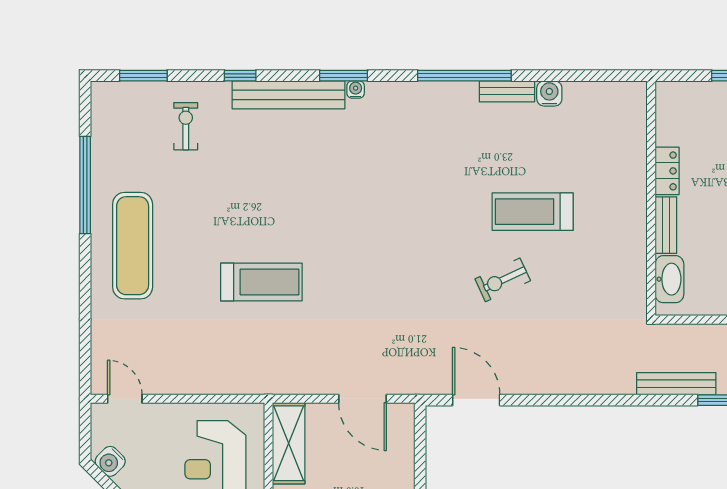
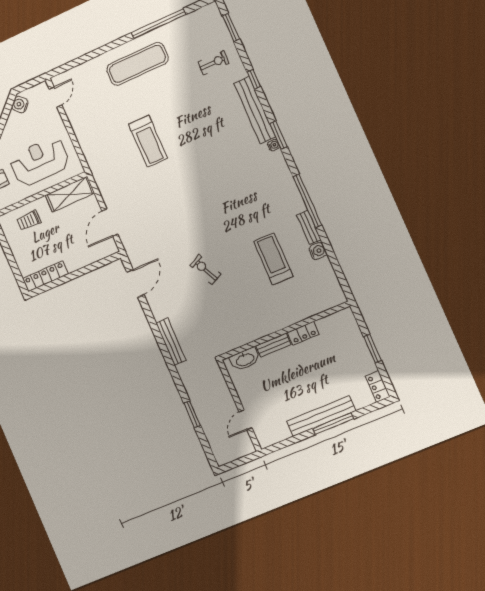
treadmill: (533, 212) -> (273, 259), moved
bench: (676, 384) -> (171, 342), moved

